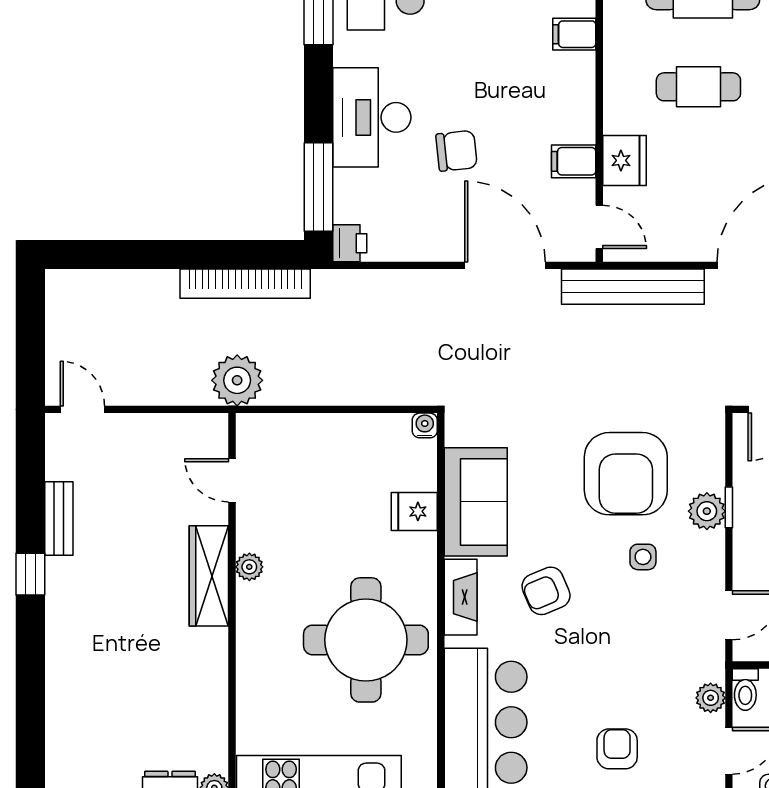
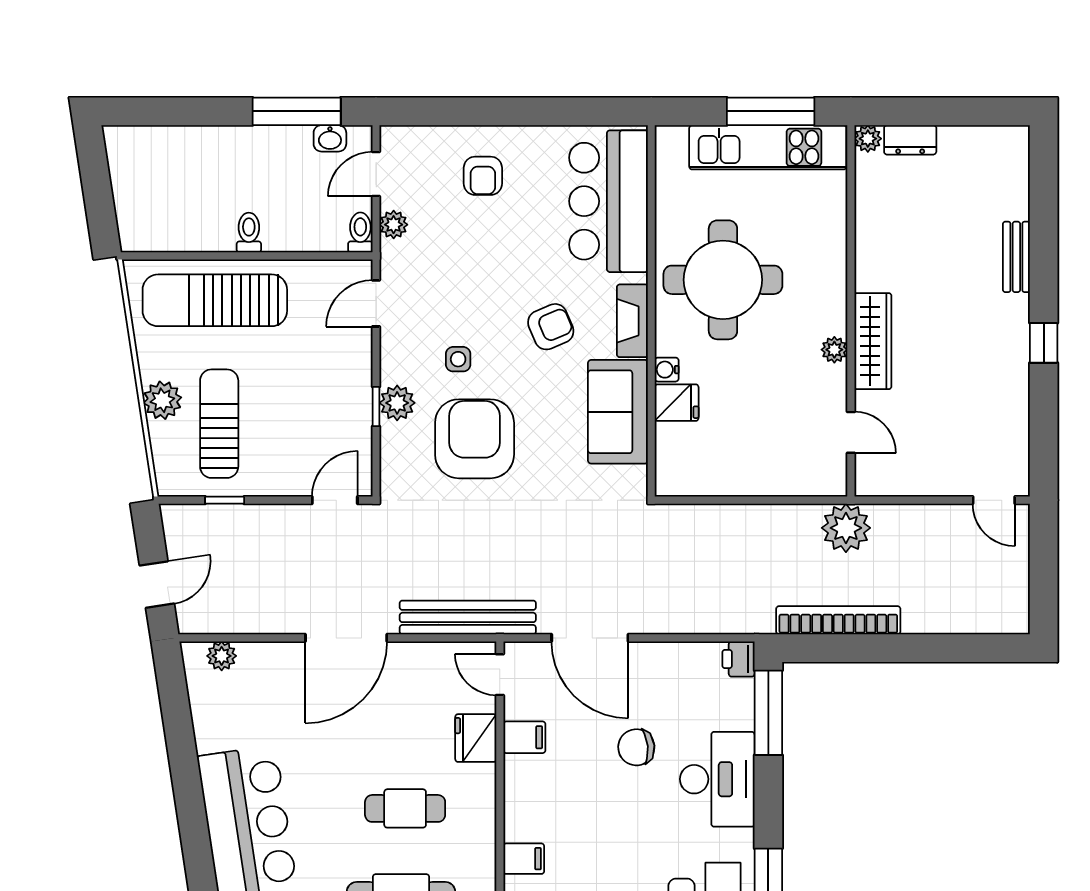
water cooler: (425, 425) -> (667, 370), moved, turned 90
bench: (59, 519) -> (1016, 257), moved

